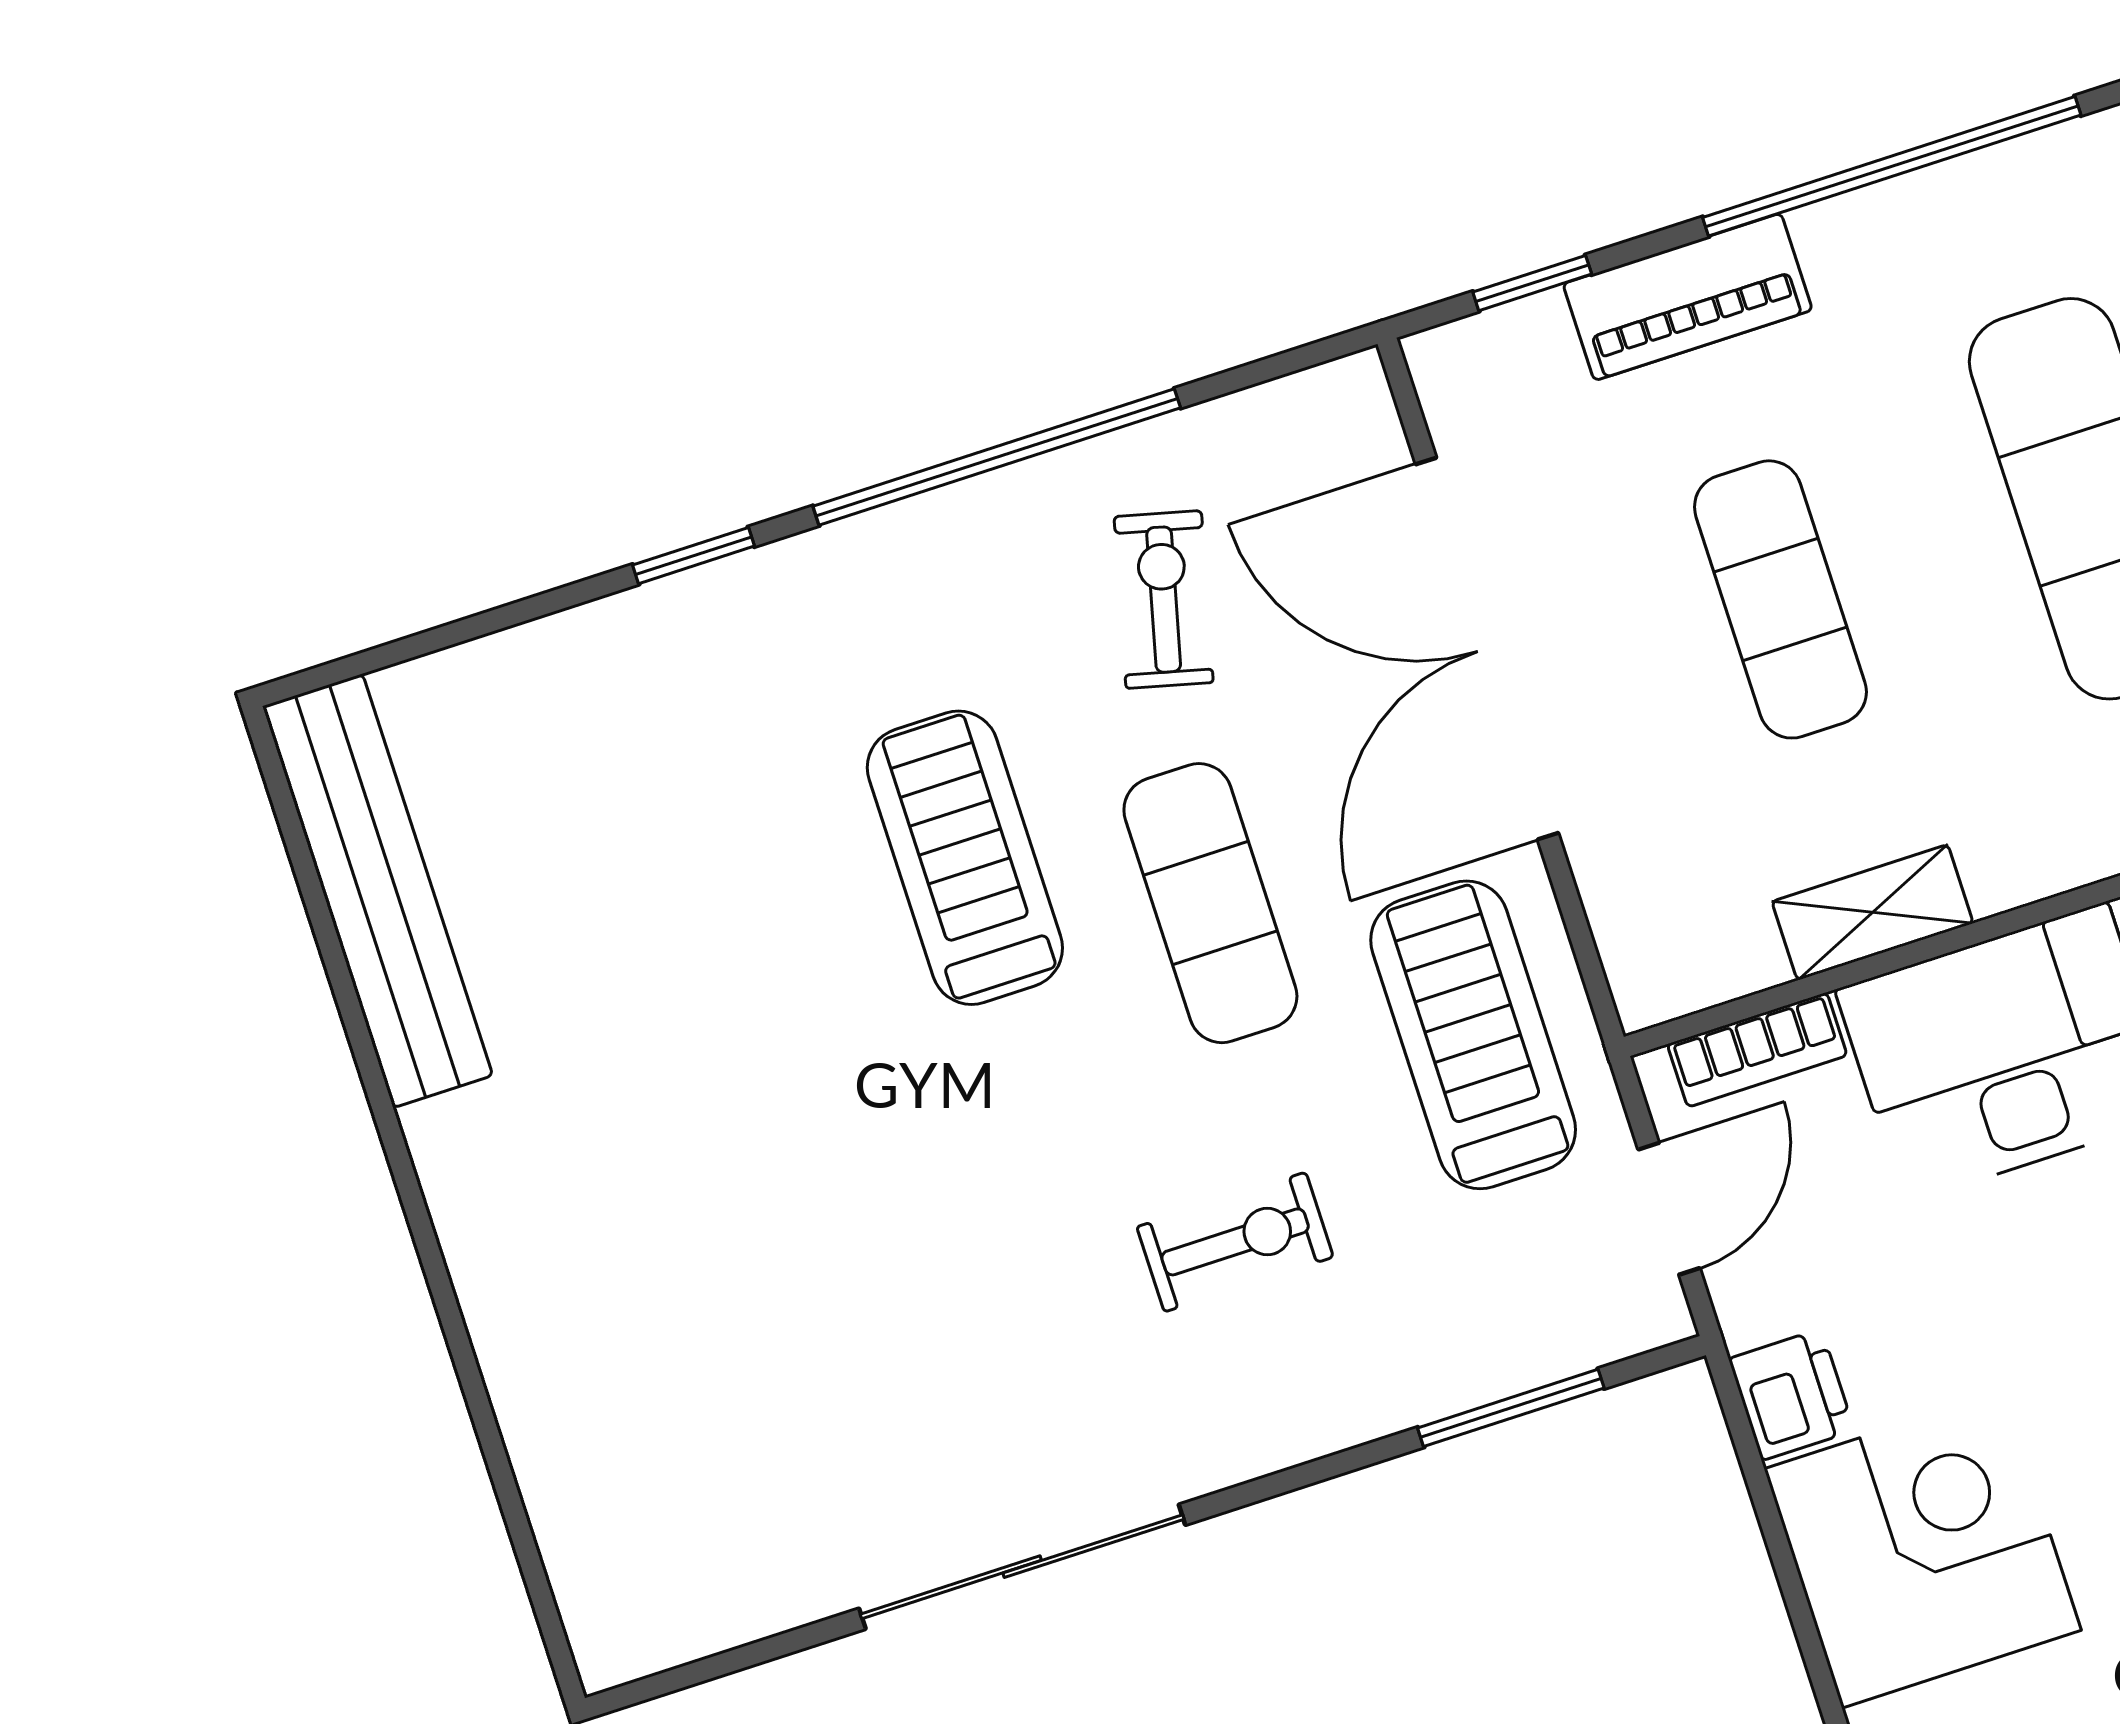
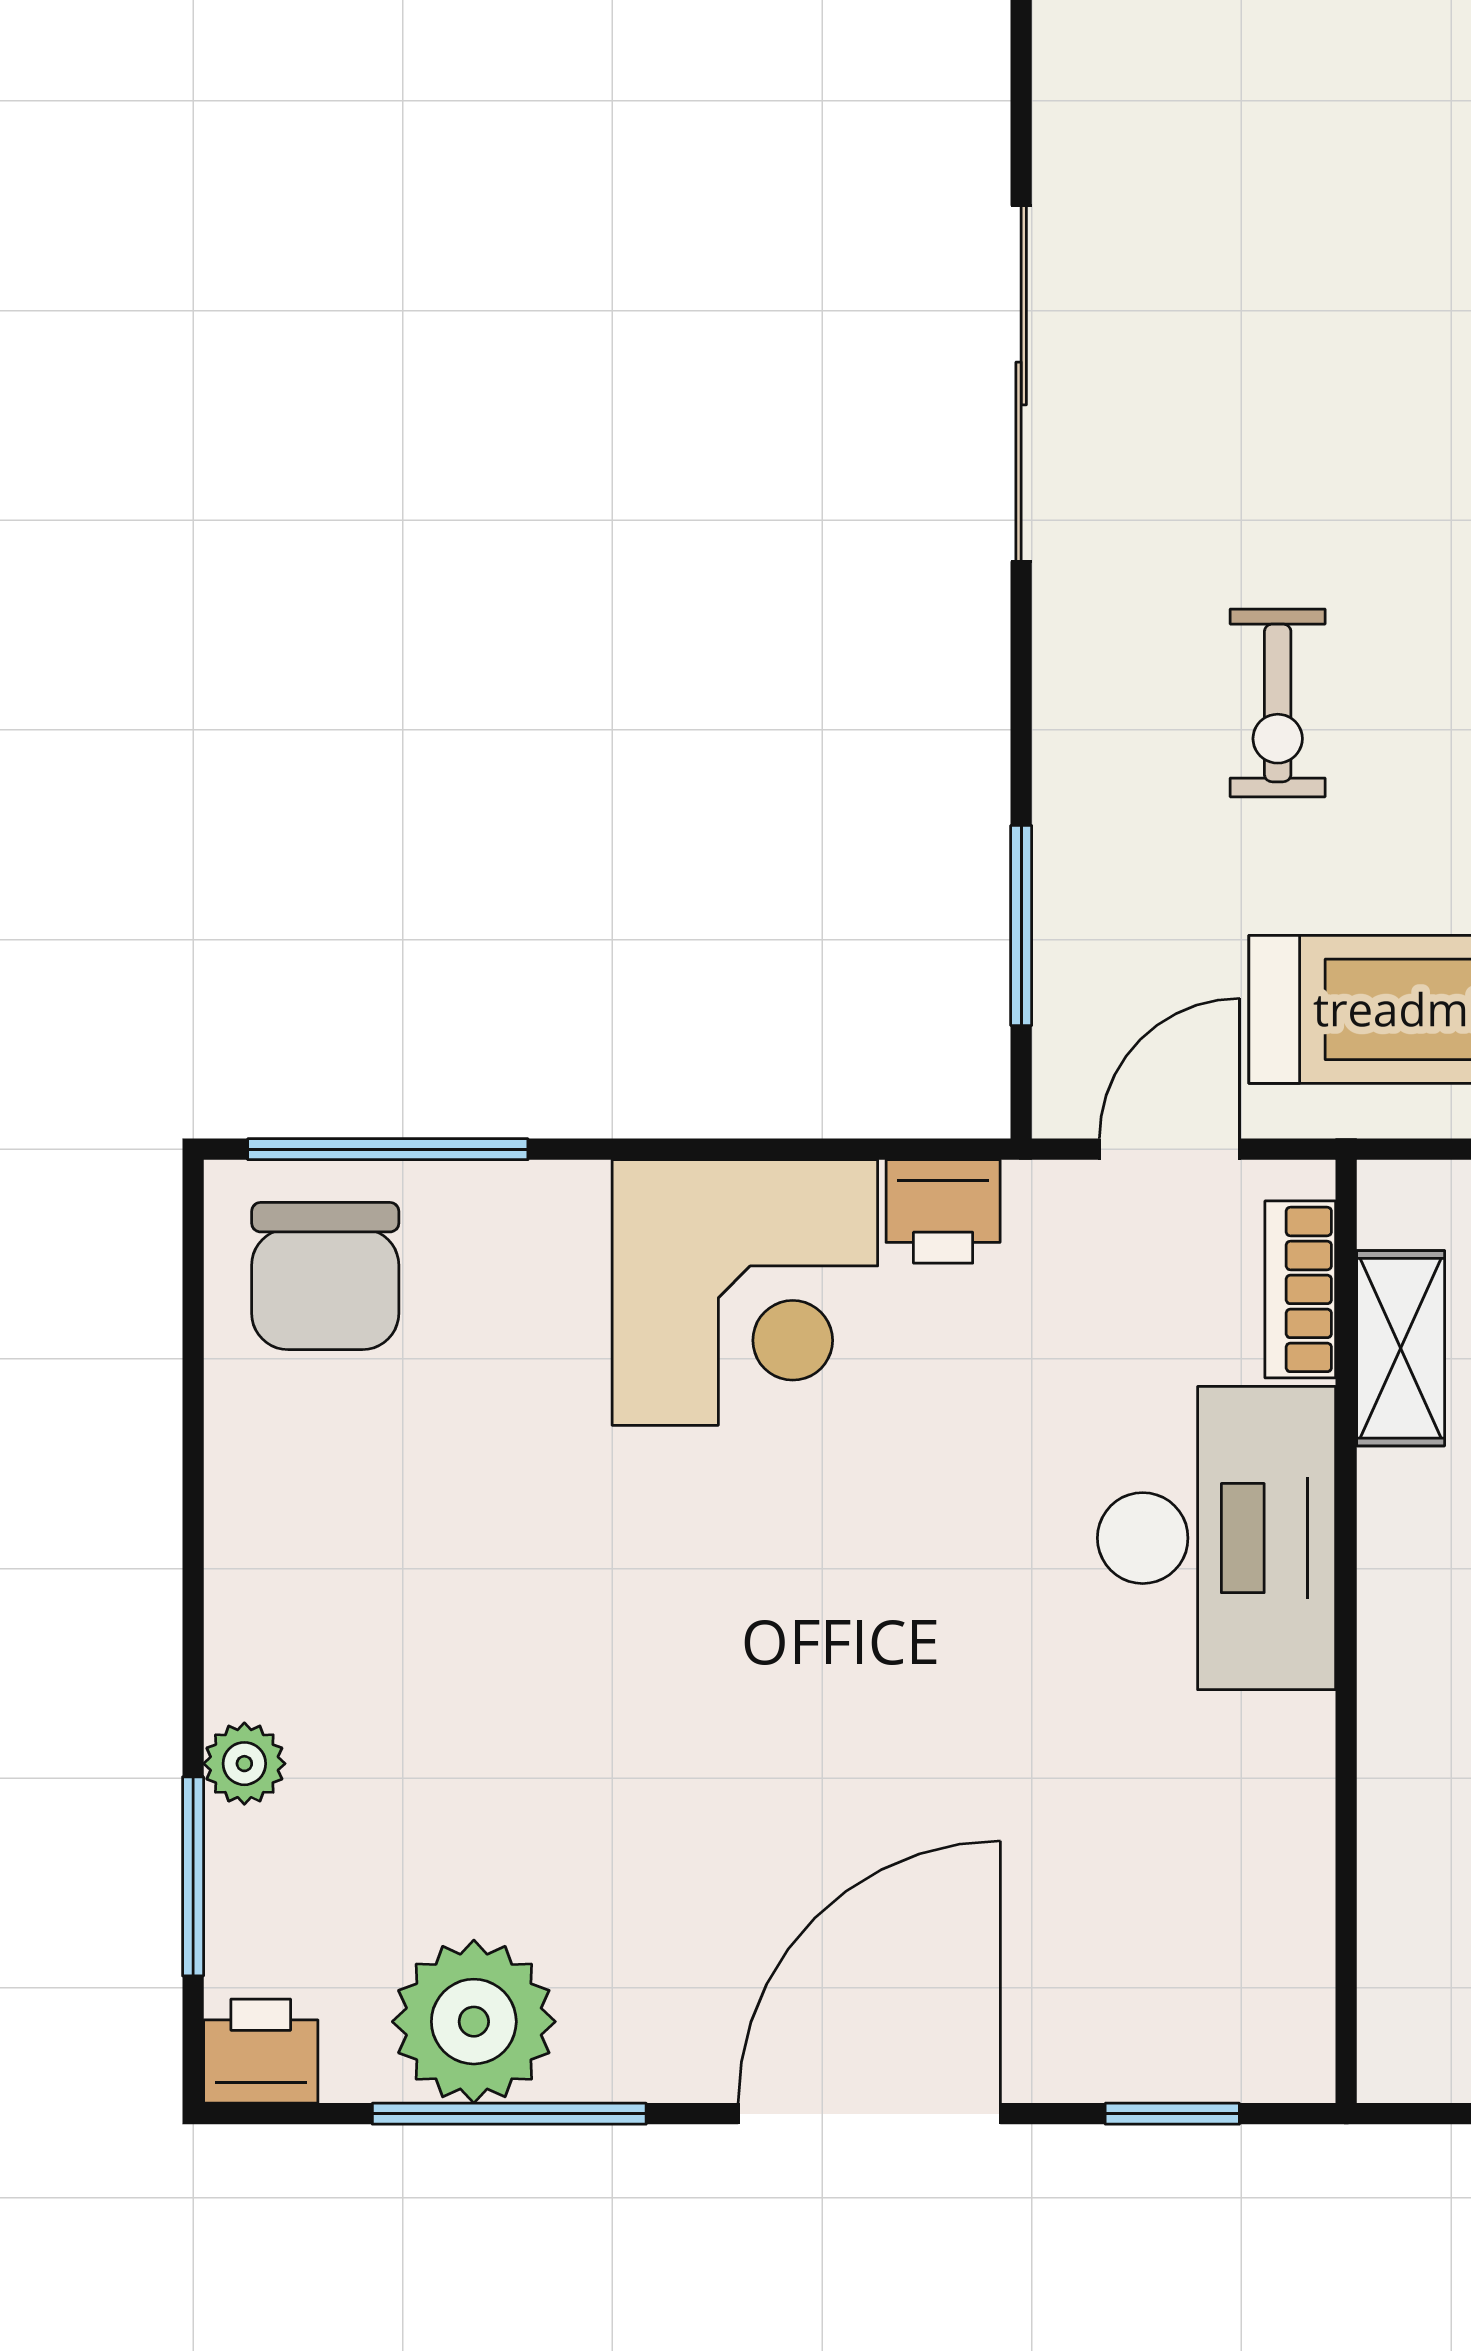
shelving: (1873, 912) -> (1401, 1348), moved
door: (1669, 1209) -> (1170, 1149), swing flipped

